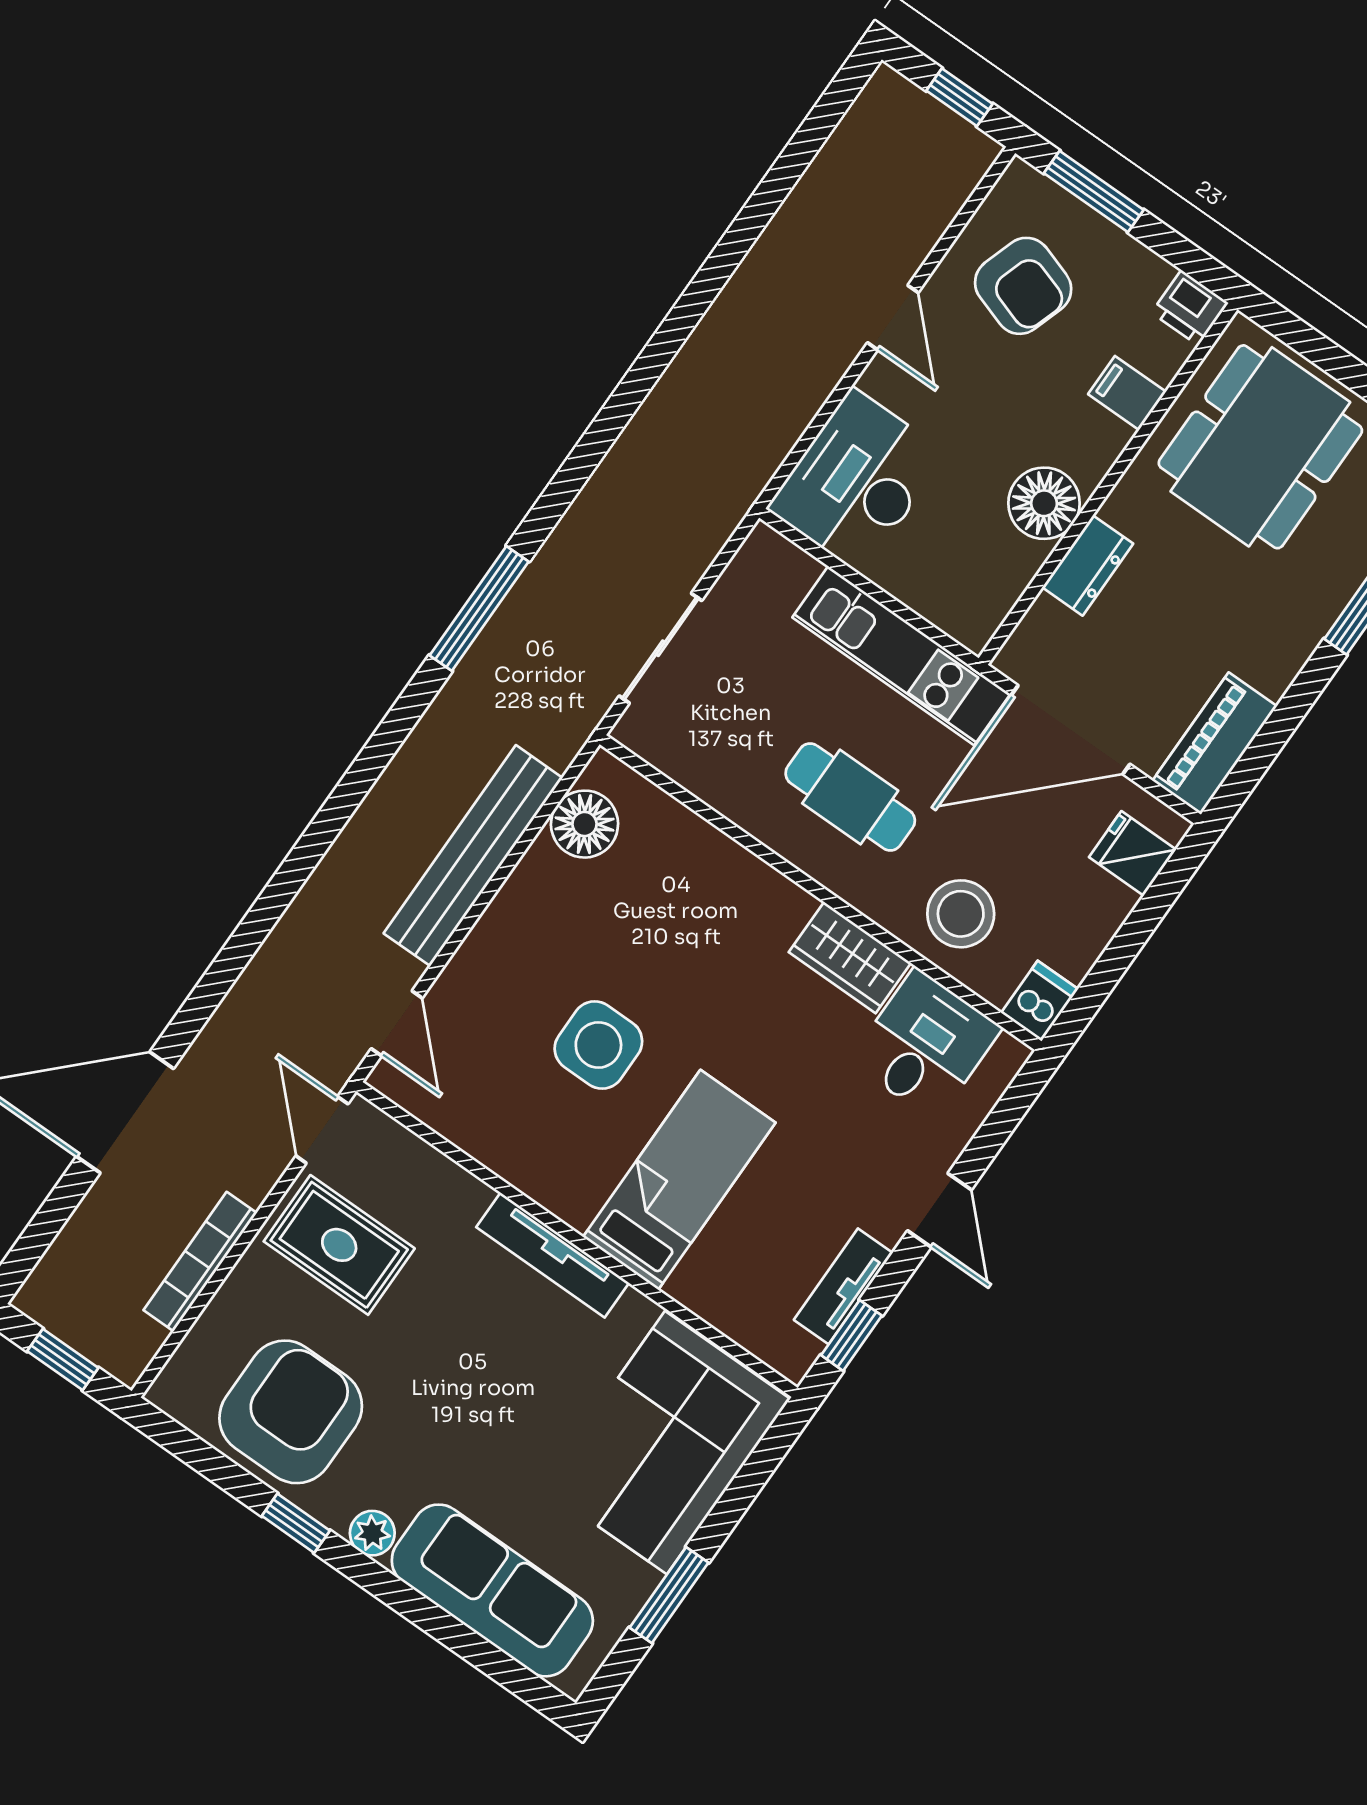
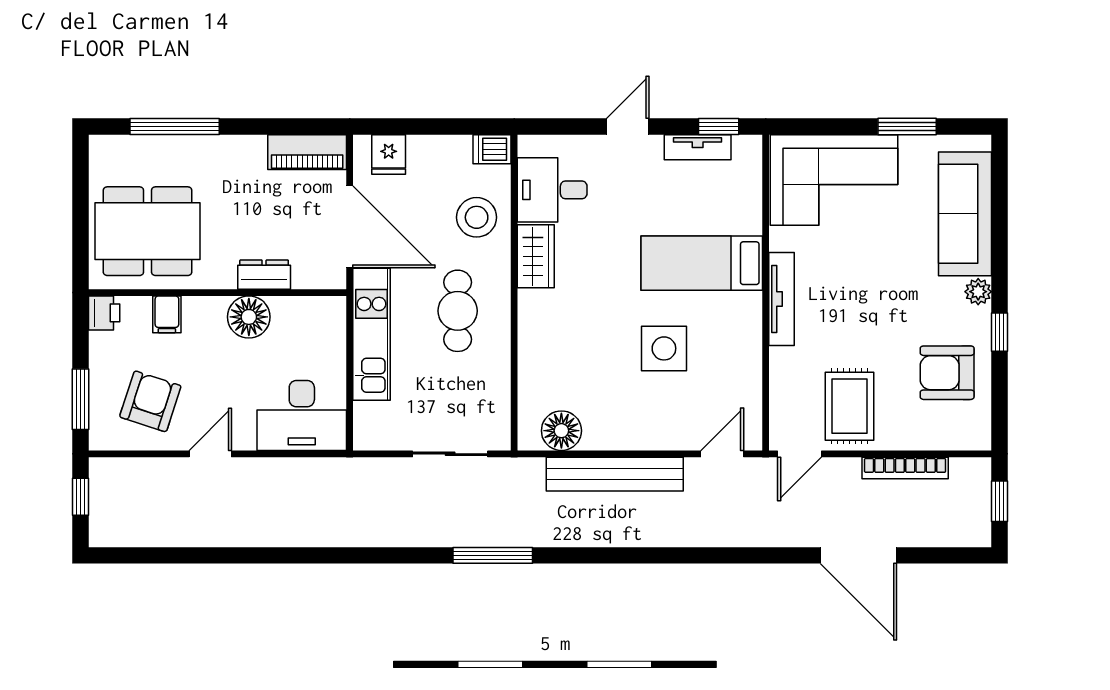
armchair: (291, 1412) -> (947, 373), width x0.73, depth x0.73

